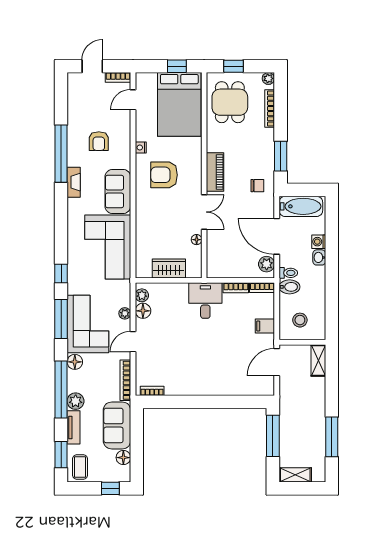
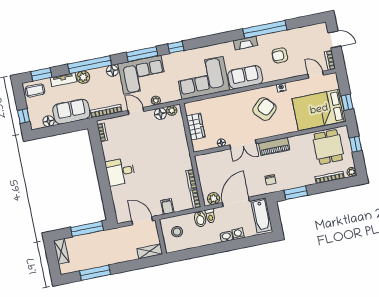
dining table: (230, 102) -> (328, 147), turned 90
armchair: (164, 175) -> (264, 109), turned 47
desk: (205, 301) -> (120, 172), moved, turned 180

